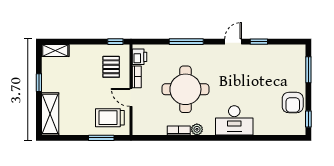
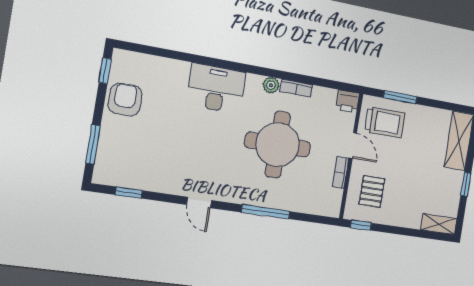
door: (233, 42) -> (199, 202), hinge flipped
window: (259, 42) -> (129, 193), moved
printer: (140, 57) -> (348, 101), moved, turned -90

